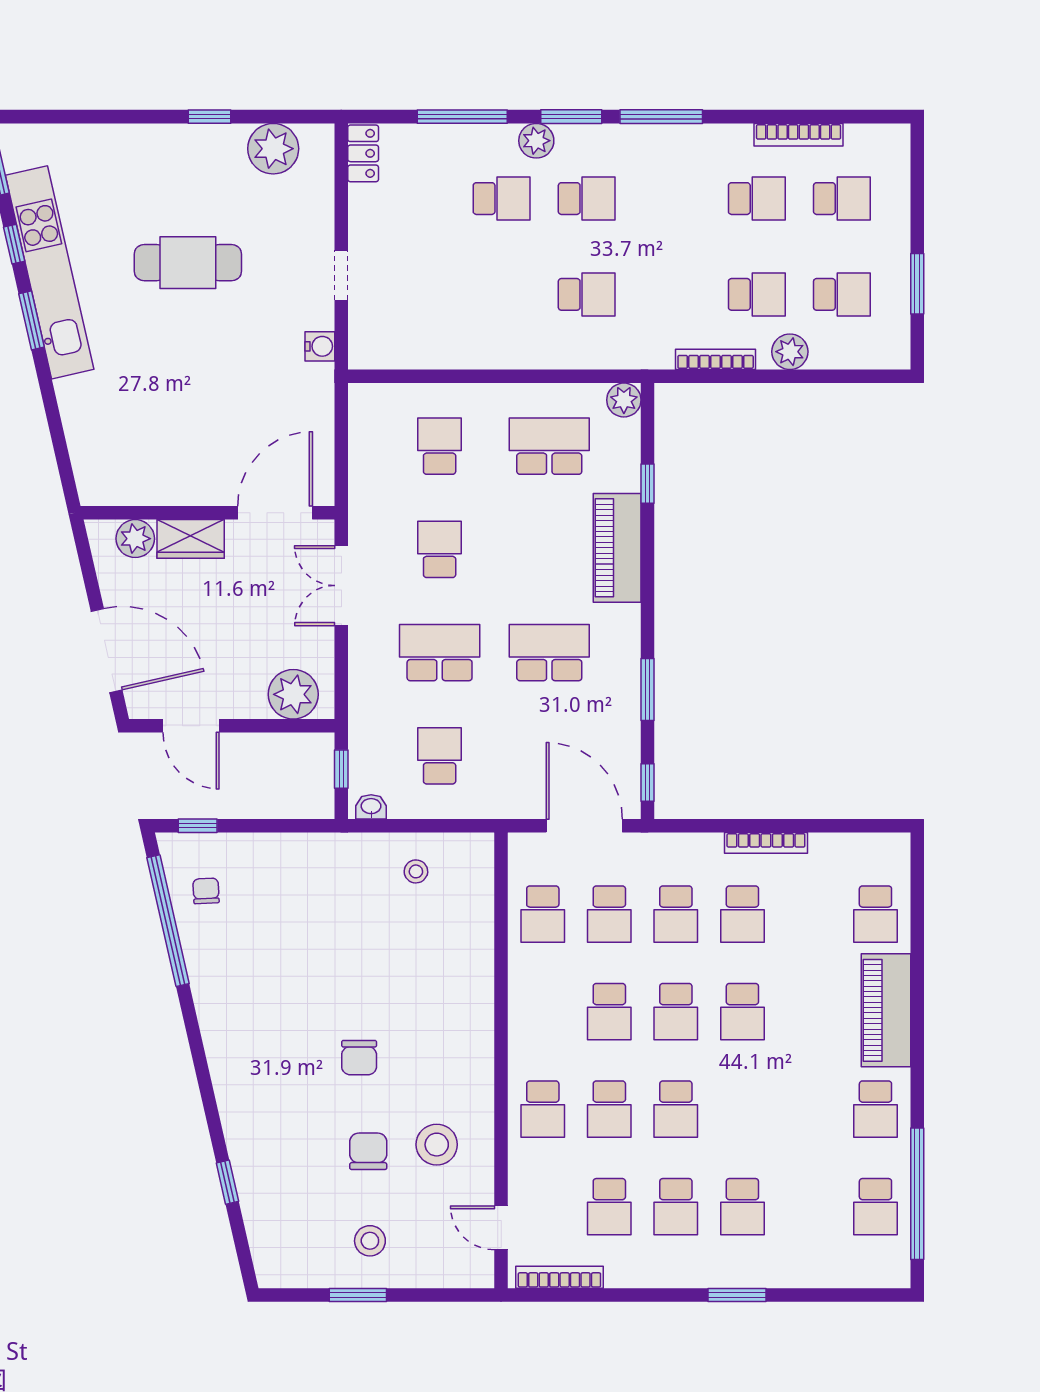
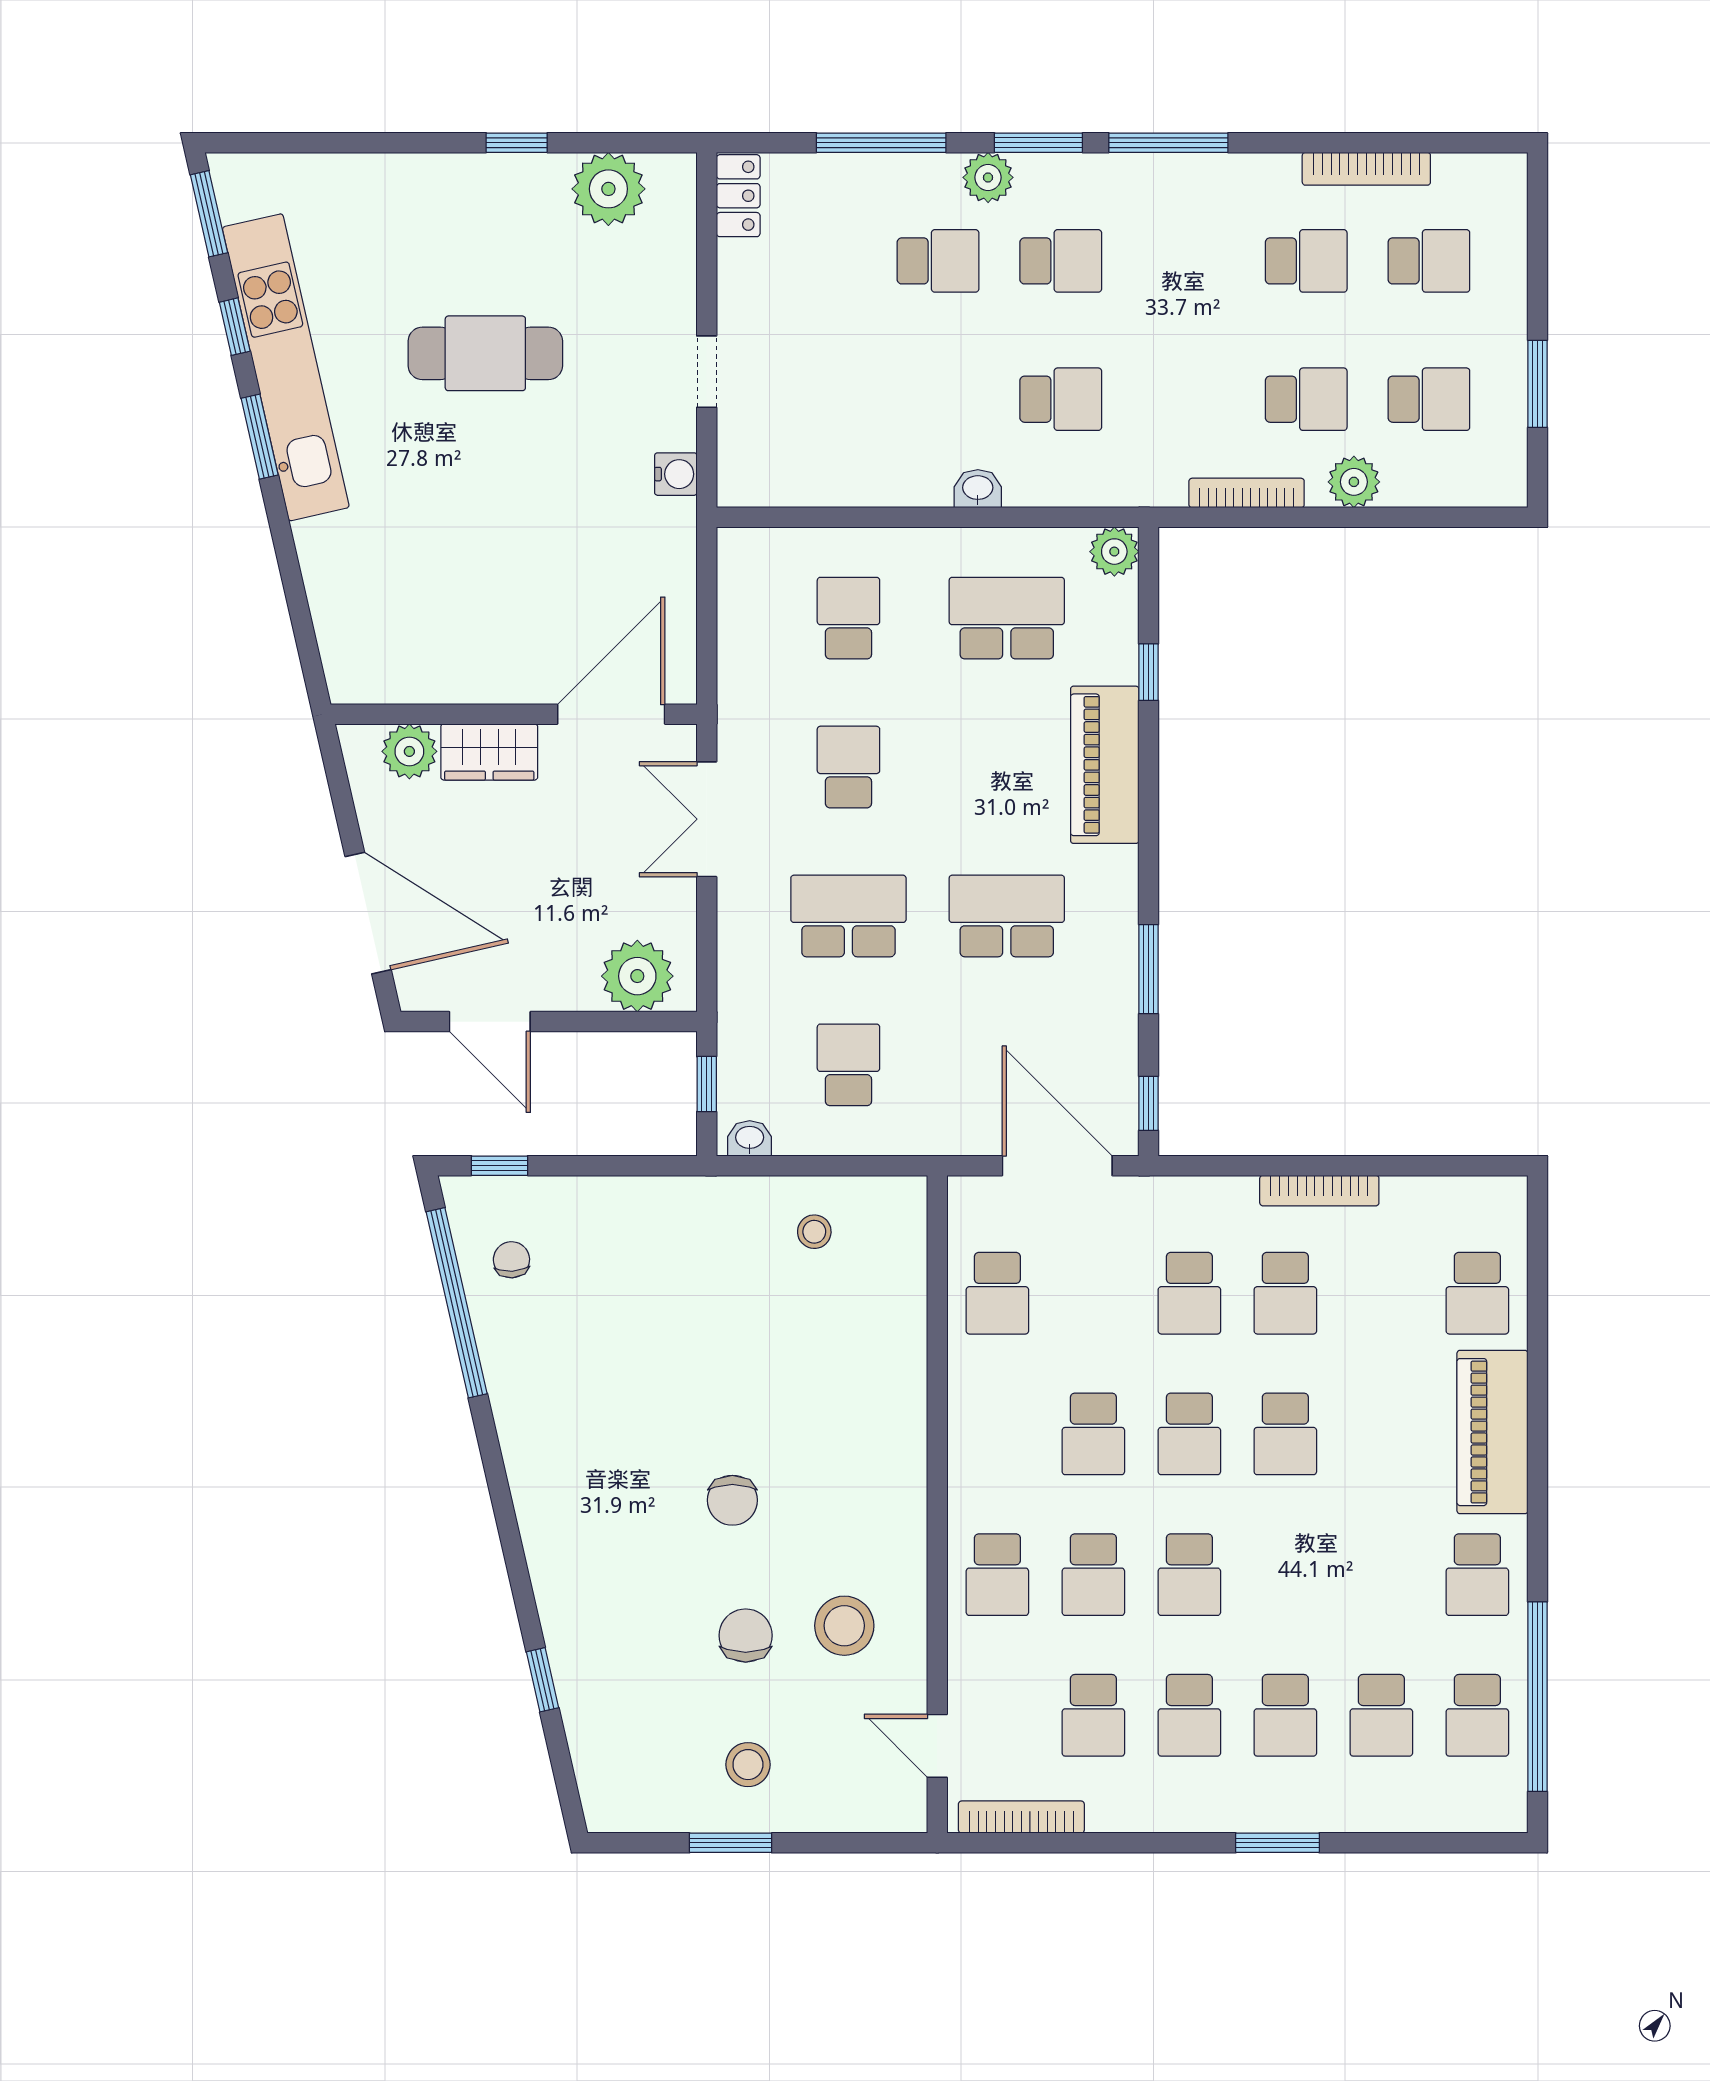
washbasin: (529, 356) -> (978, 489), added
school desk: (609, 914) -> (1381, 1715), moved

